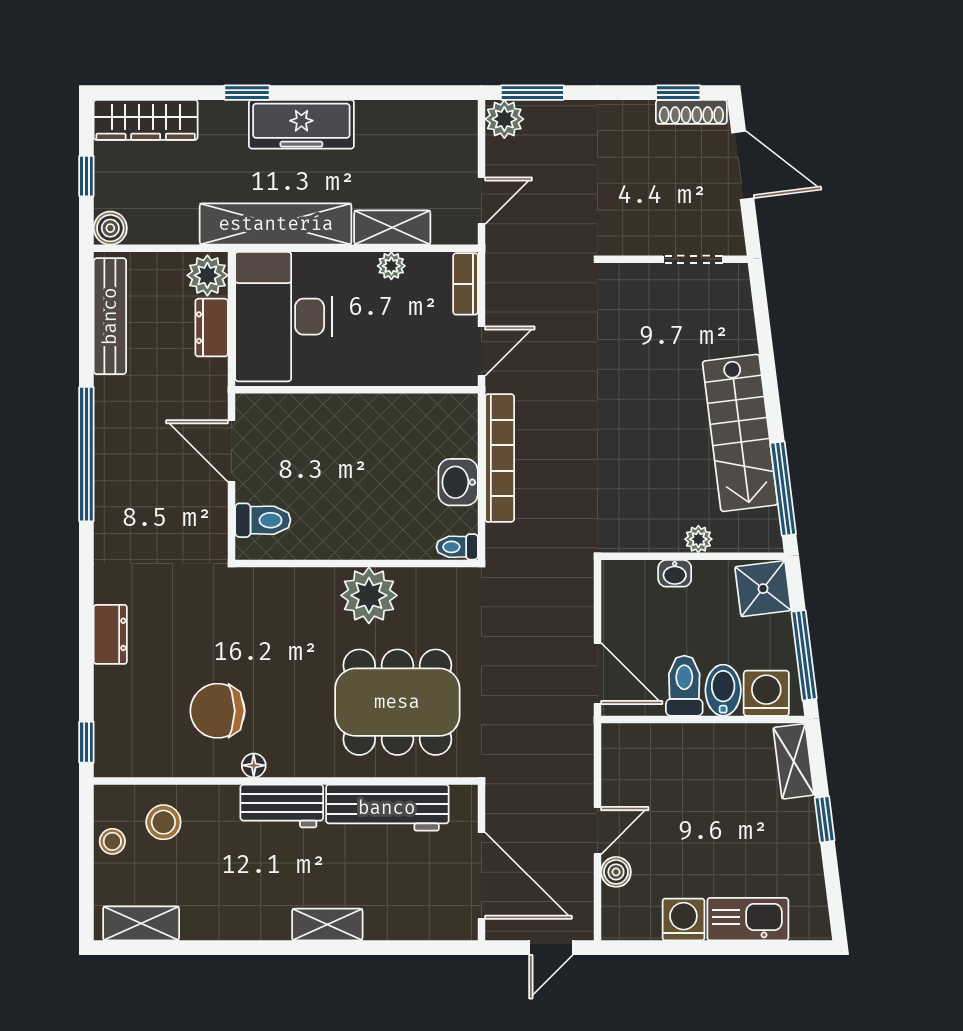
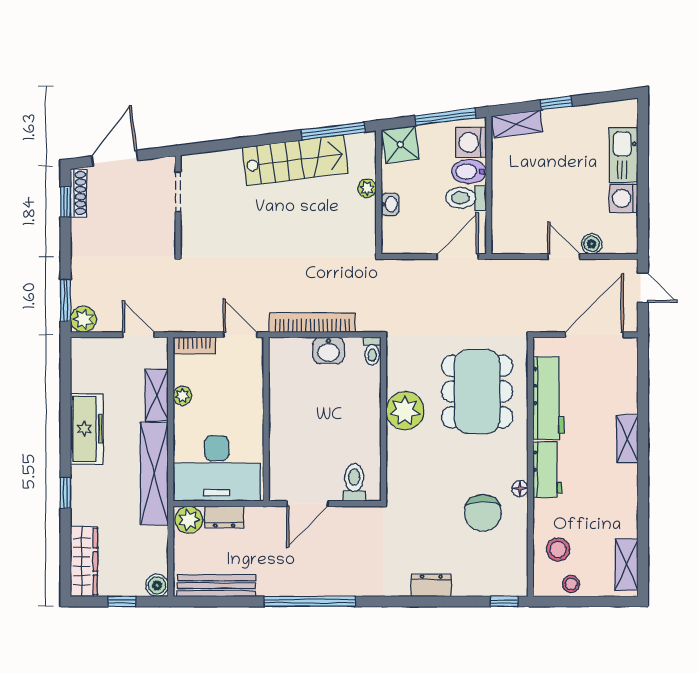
freezer: (301, 124) -> (87, 429), moved

